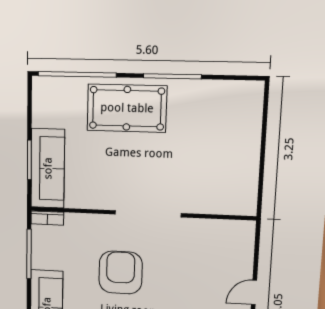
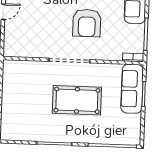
pool table: (127, 108) -> (77, 100), moved

